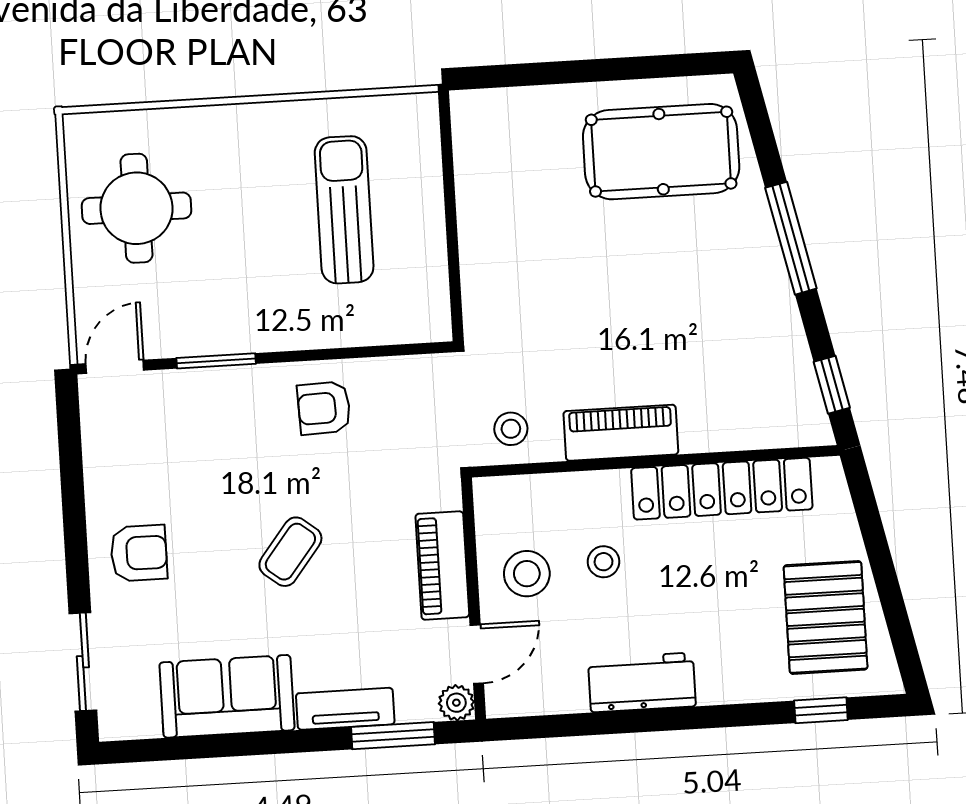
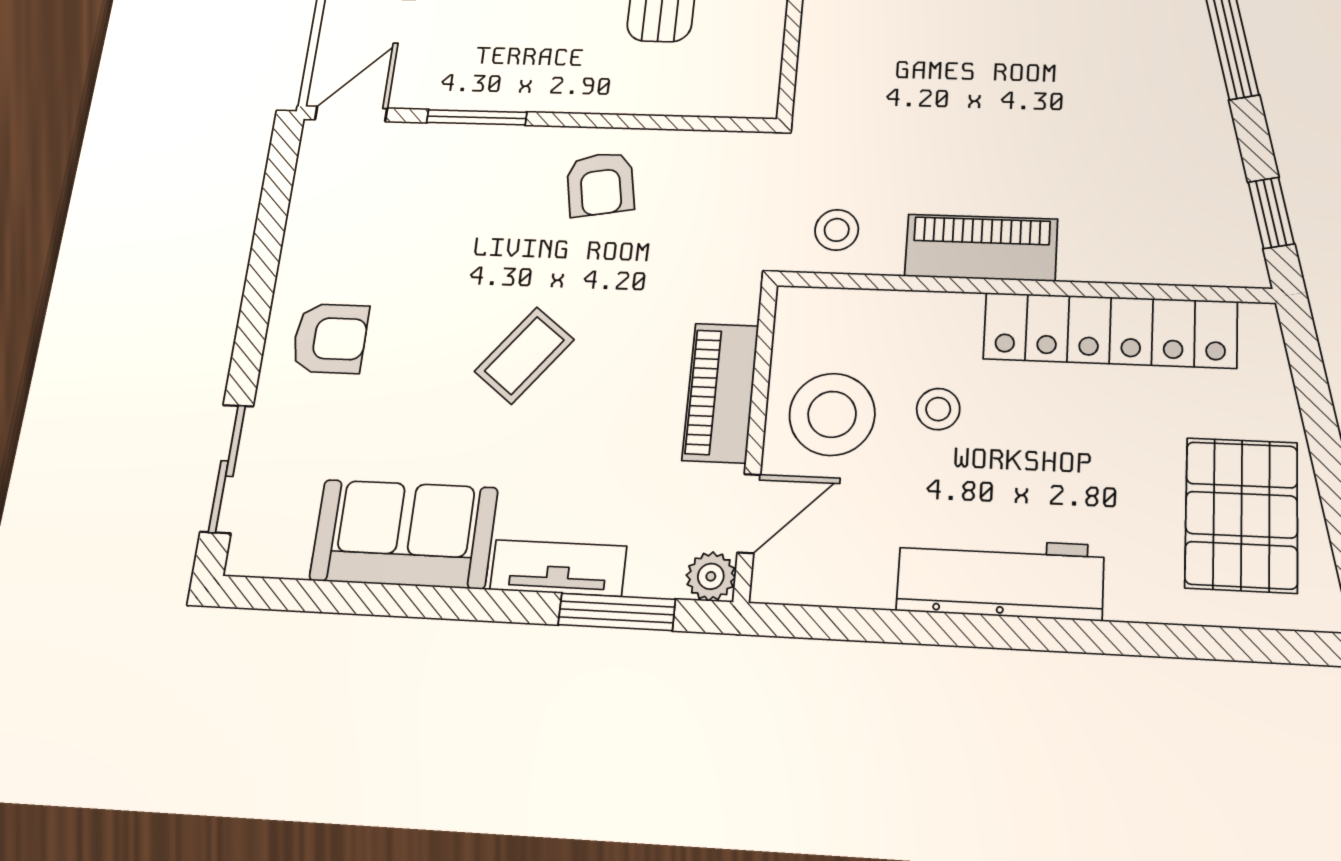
armchair: (324, 408) -> (600, 184), turned -98
stool: (527, 574) -> (832, 414), width x1.38, depth x1.38
workbench: (642, 682) -> (1000, 578), width x1.37
window: (821, 710) -> (1226, 644), removed

